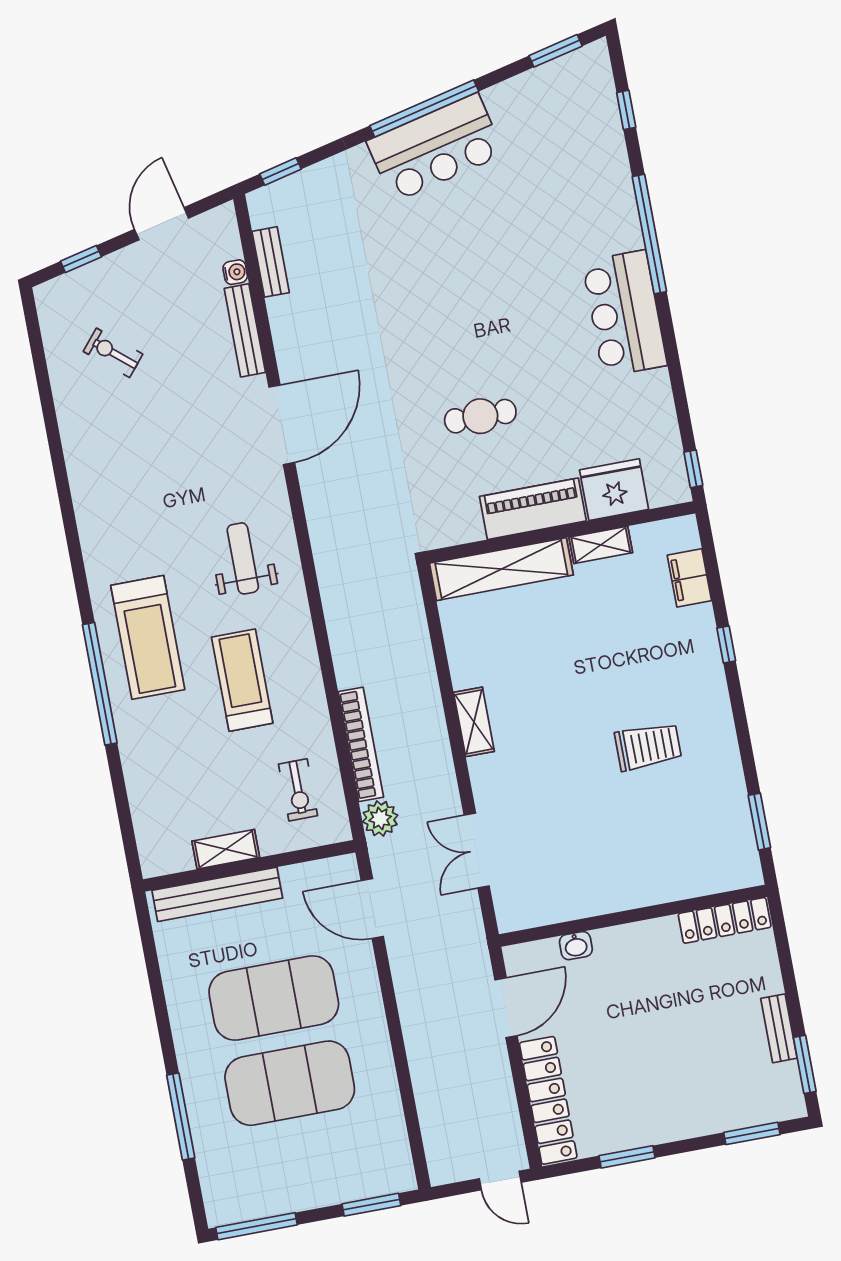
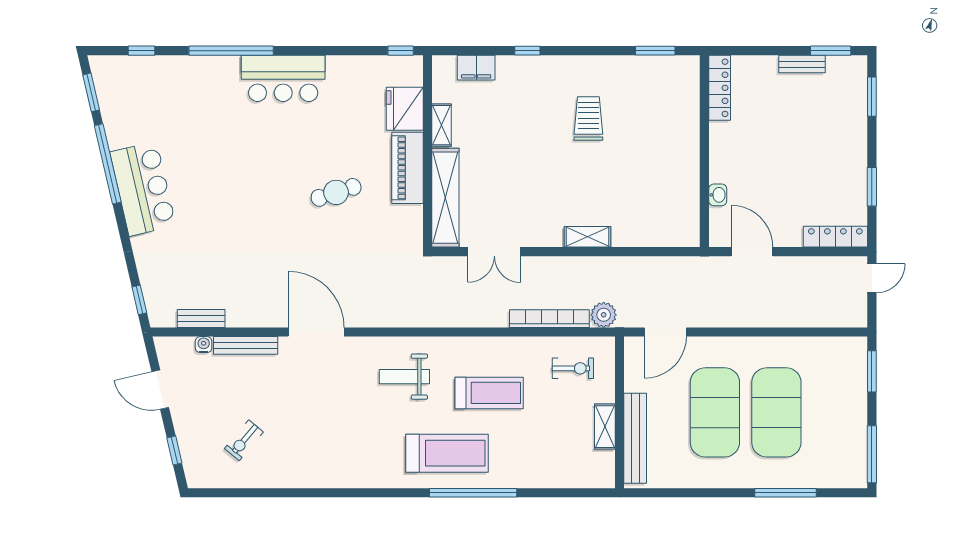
window: (424, 108) -> (108, 164), moved
cafe table: (480, 416) -> (336, 192), turned 72
treadmill: (242, 680) -> (489, 393), turned 180
shelving: (474, 722) -> (588, 237), moved
double door: (477, 851) -> (494, 252), moved
locker: (548, 1100) -> (835, 237), width x0.71, depth x0.83

